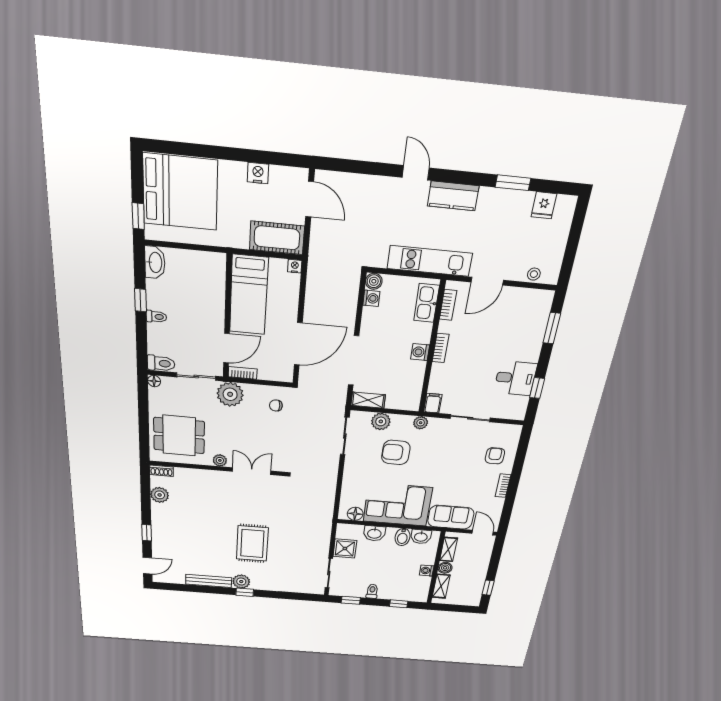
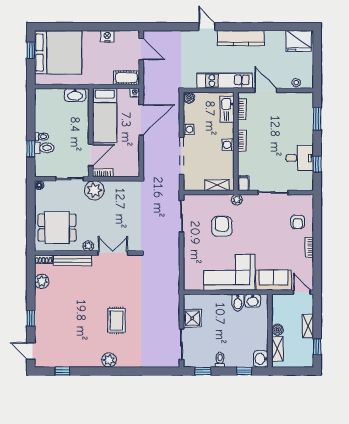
window: (513, 183) -> (270, 27), removed
kitchen counter: (453, 196) -> (241, 38), width x1.50
fridge: (544, 205) -> (298, 41), width x1.88, depth x1.34
window: (138, 216) -> (31, 50), moved
cot: (277, 238) -> (126, 78), width x0.73, depth x0.75
washbasin: (155, 262) -> (75, 95), moved, turned 90
door: (487, 281) -> (266, 90), swing flipped
washing machine: (371, 298) -> (189, 129), moved
window: (140, 300) -> (31, 149), moved
door: (298, 344) -> (141, 120), moved
toilet: (161, 363) -> (44, 148), moved
shelving: (368, 400) -> (217, 185), moved
chair: (276, 405) -> (128, 196), removed
plant: (381, 421) -> (207, 202), removed
armchair: (396, 452) -> (222, 226), turned 89
armchair: (495, 456) -> (298, 222), turned 180
floor lamp: (355, 514) -> (197, 284), removed
washbasin: (374, 533) -> (261, 359), moved, turned 90
rug: (252, 543) -> (117, 320), width x0.73, depth x0.70
shelving: (448, 549) -> (308, 326), moved
door: (148, 566) -> (31, 351), swing flipped
washing machine: (427, 571) -> (263, 334), removed
bench: (209, 581) -> (72, 260), moved
window: (245, 592) -> (62, 371), moved

